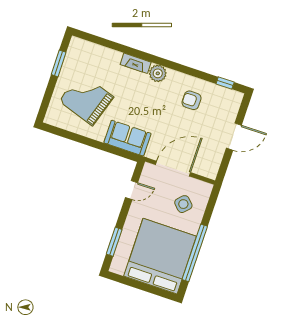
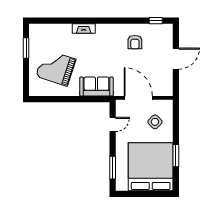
plant: (158, 73) -> (103, 30), removed
armchair: (192, 100) -> (135, 42), turned -90
door: (173, 169) -> (138, 98), hinge flipped
window: (195, 253) -> (176, 156), width x0.47

